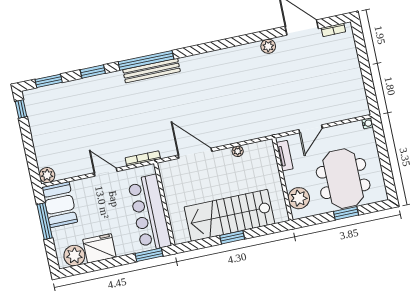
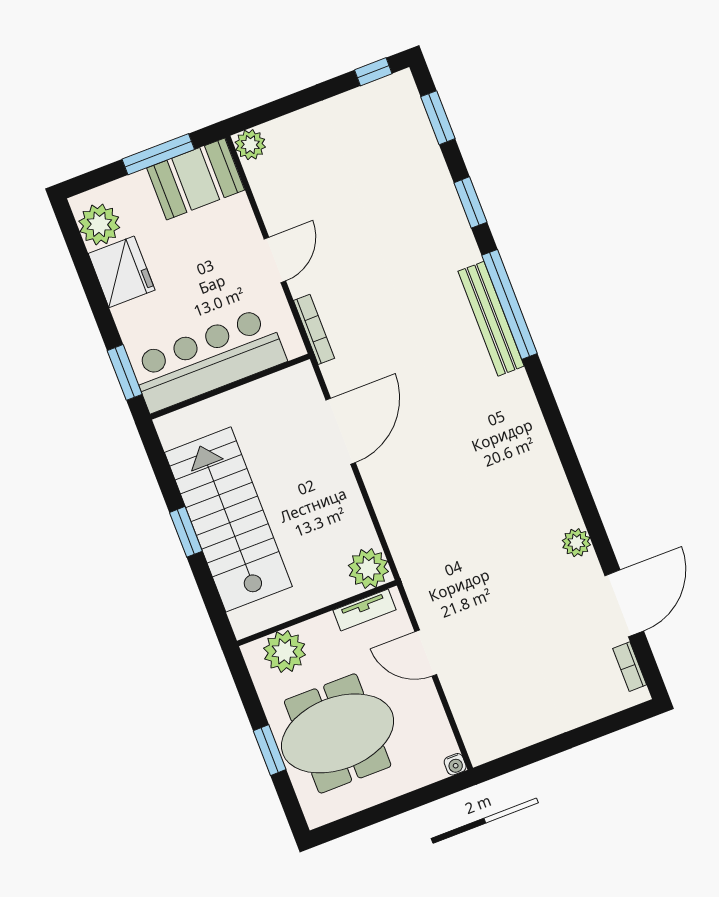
plant: (238, 151) -> (368, 568), moved, width x1.87, depth x1.87

